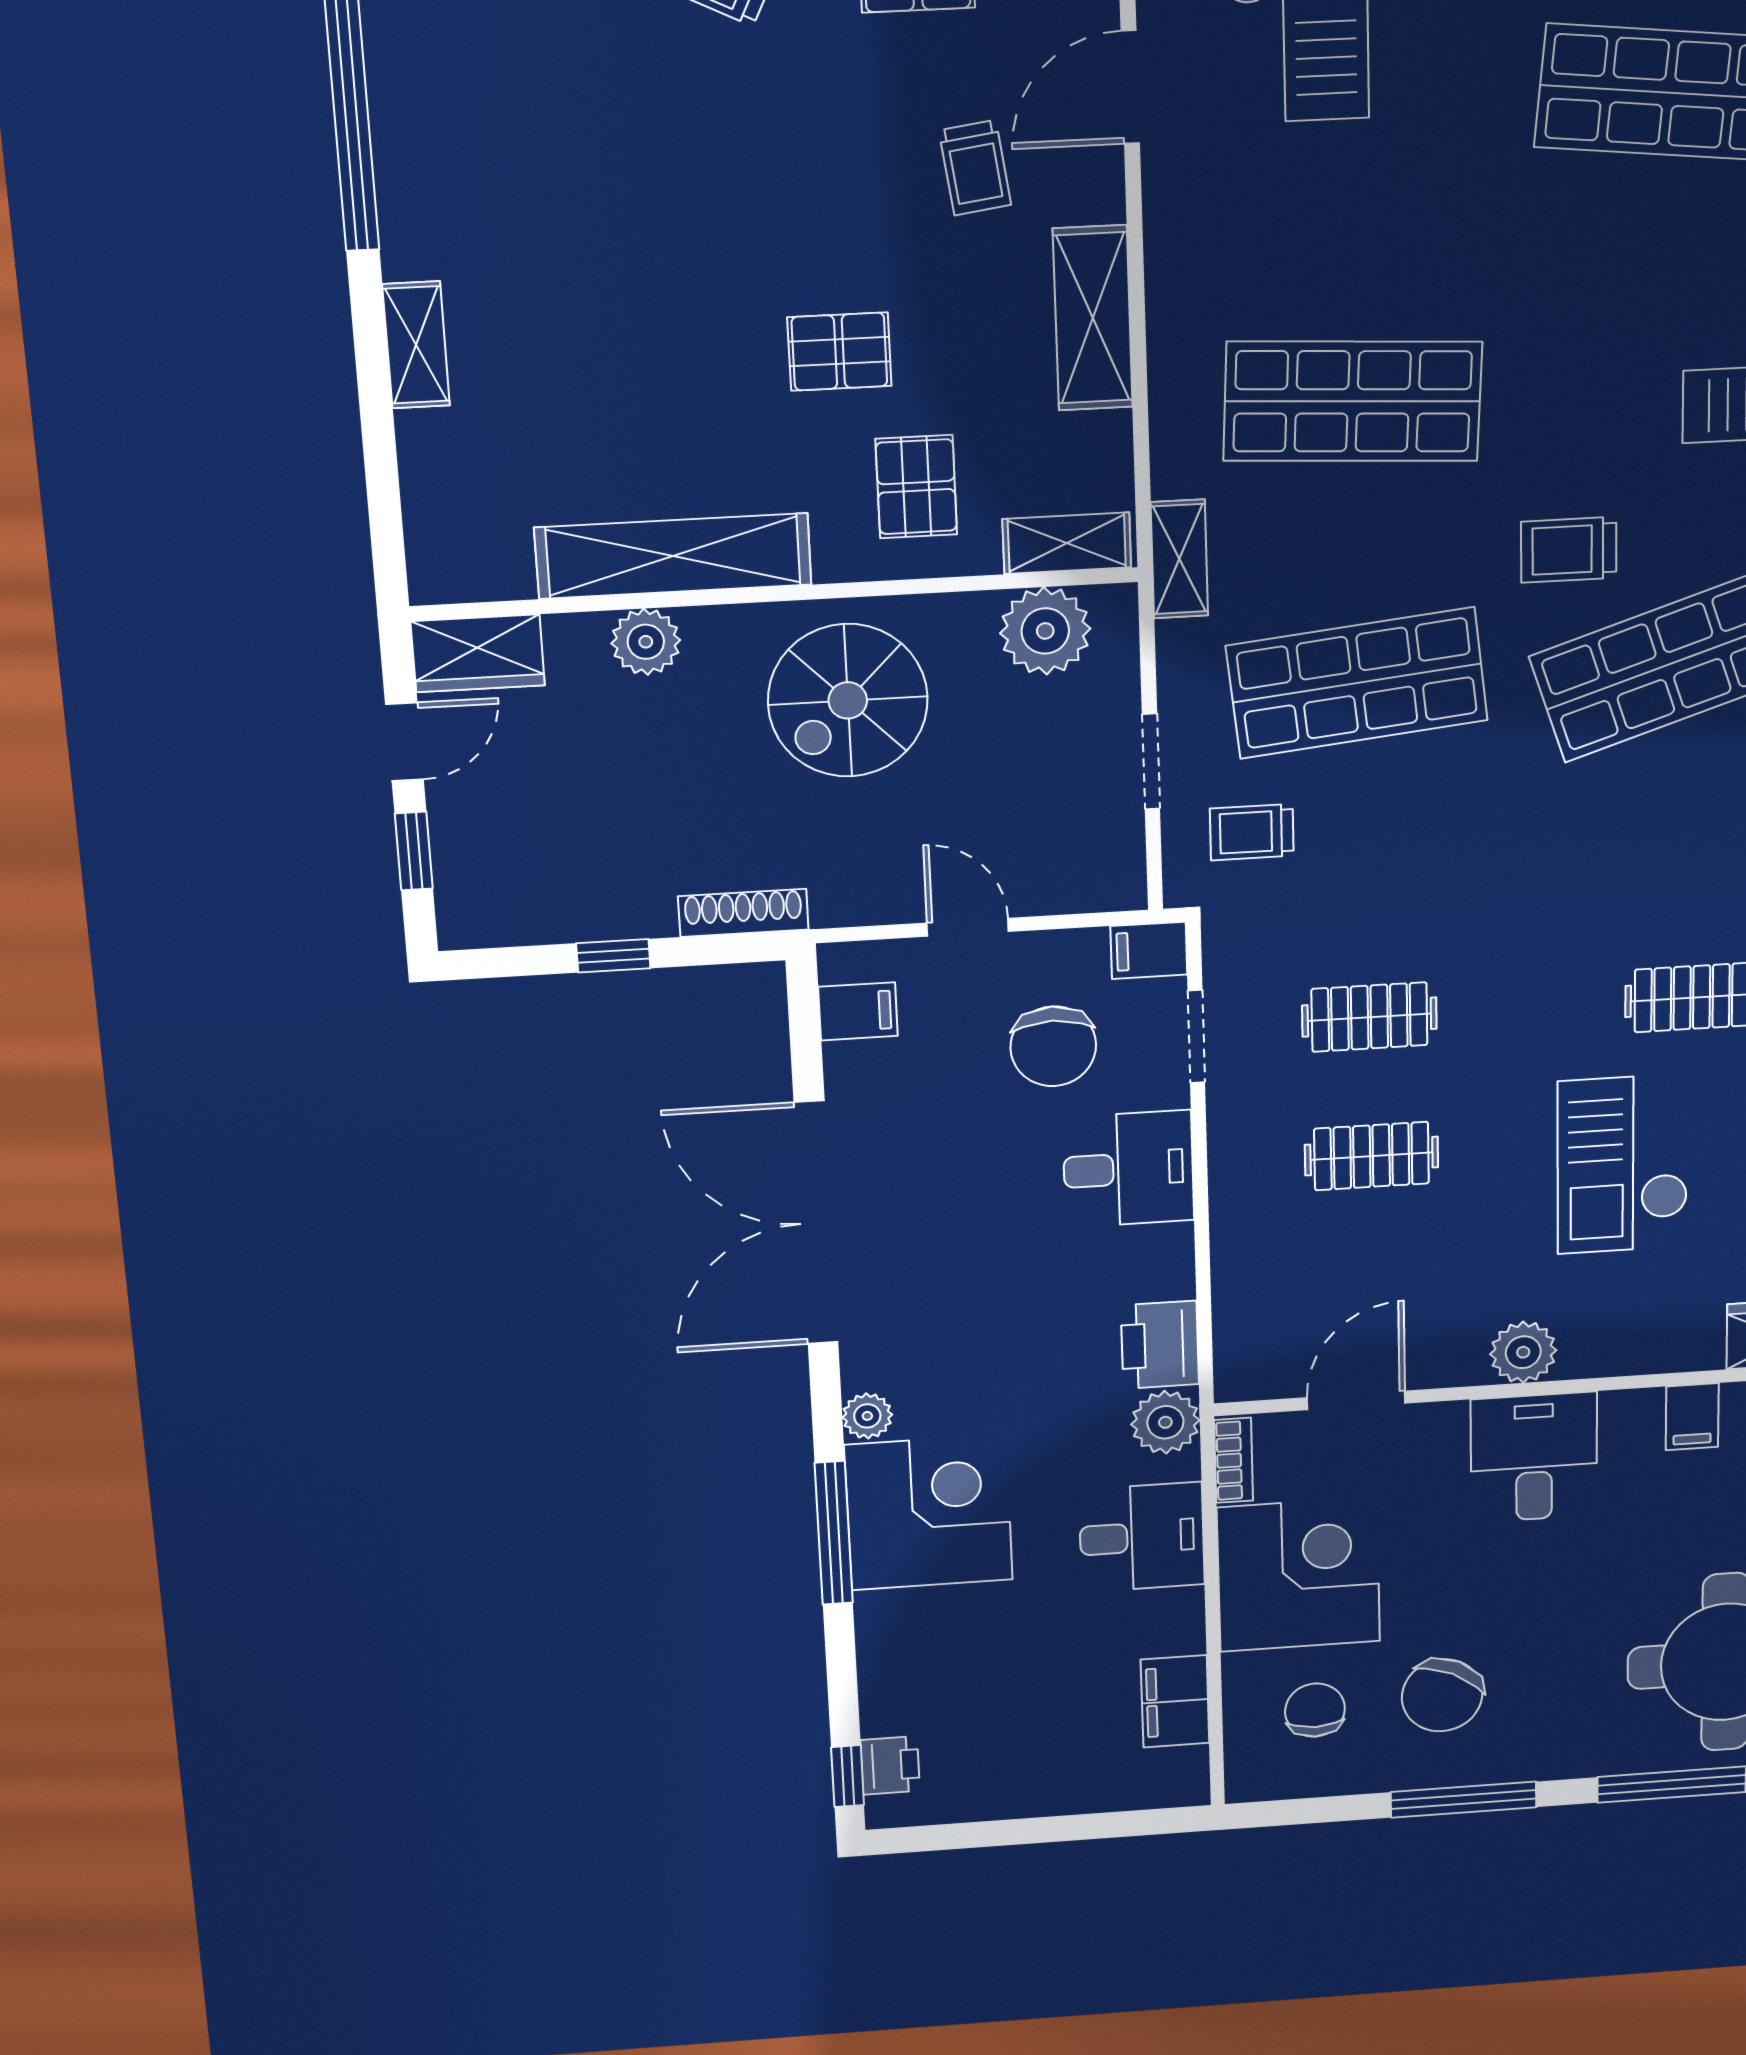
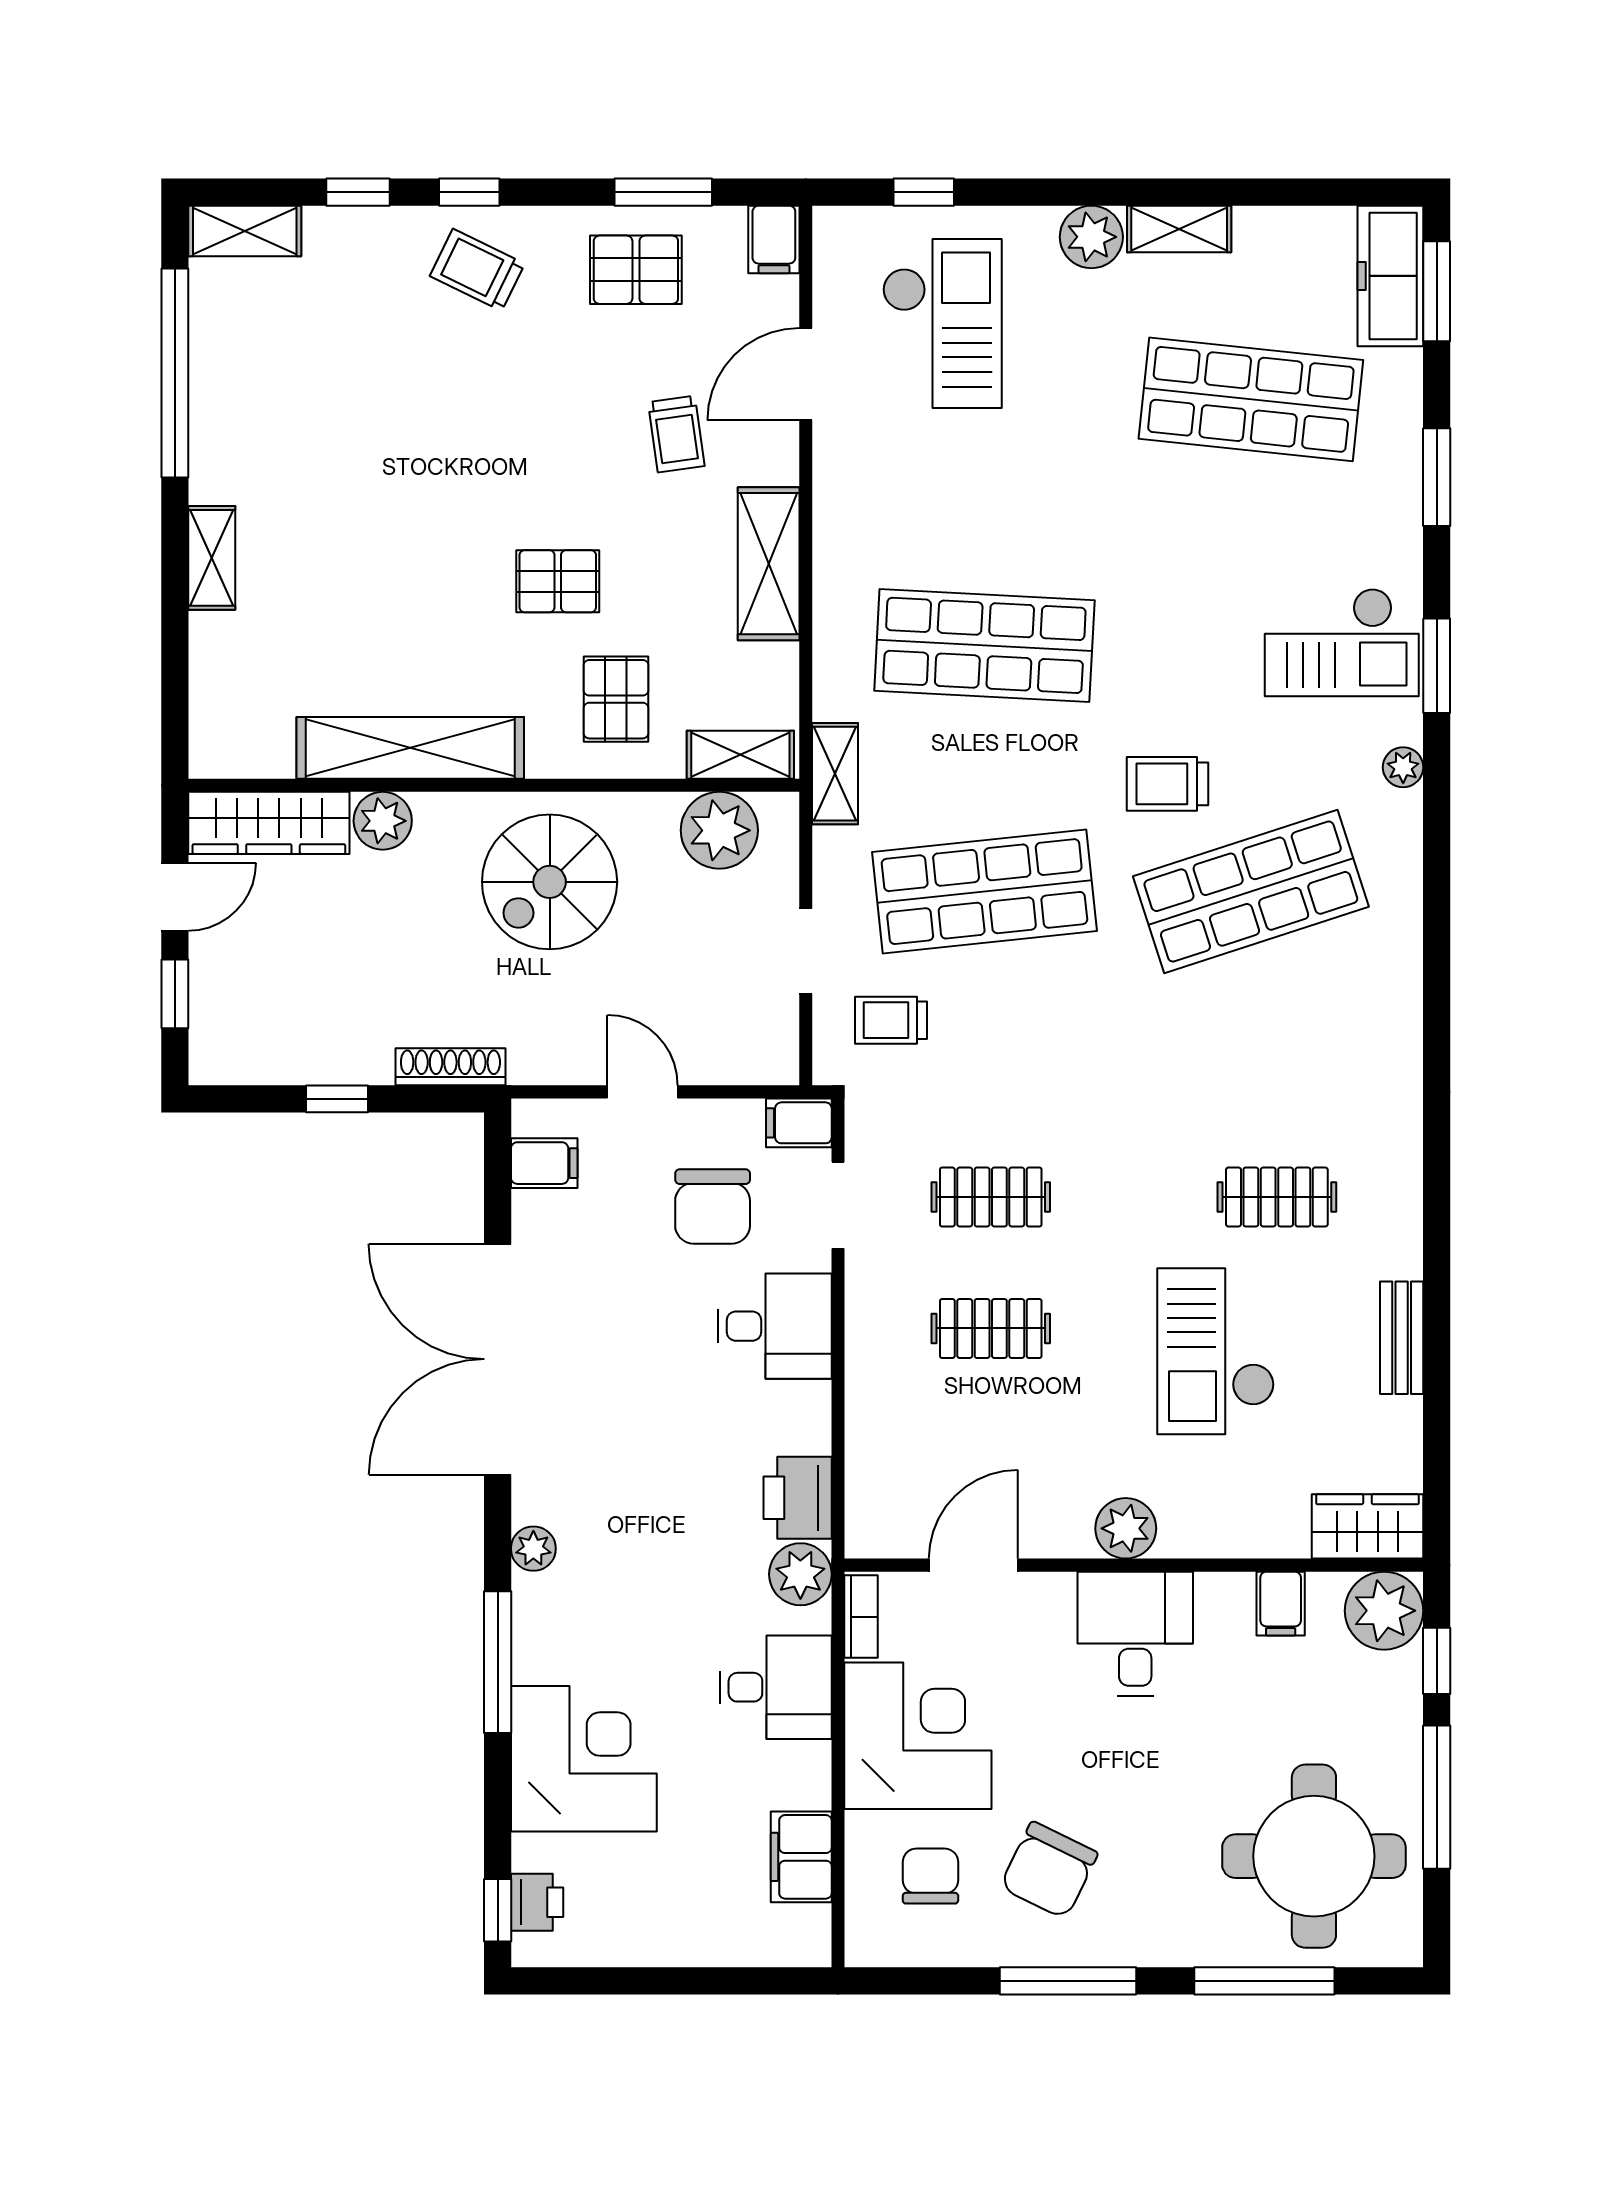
wardrobe: (478, 653) -> (269, 823), width x1.50
corner desk: (929, 1513) -> (584, 1759), moved

